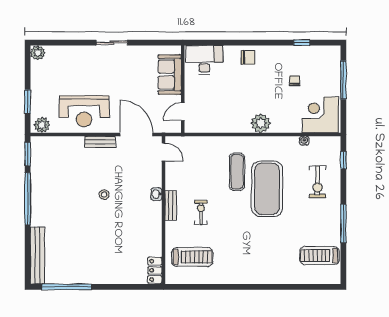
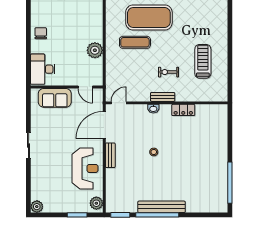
plant: (261, 123) -> (95, 50), moved
bench: (38, 256) -> (162, 207), moved
treadmill: (192, 257) -> (203, 61), moved
locker: (155, 270) -> (183, 110), moved

